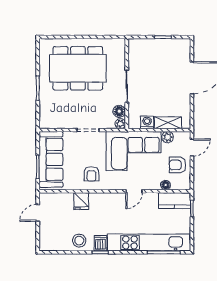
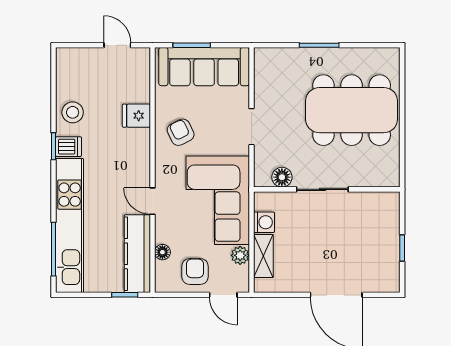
dining table: (78, 68) -> (352, 110), turned 90
plant: (120, 124) -> (262, 179), removed
armchair: (91, 174) -> (181, 132), turned 64
kitchen counter: (175, 201) -> (137, 254), width x1.50

